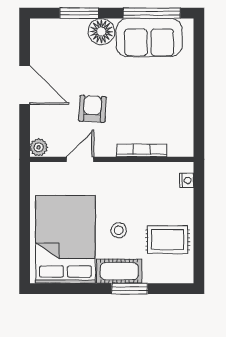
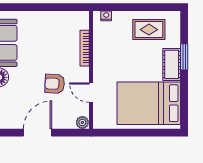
stool: (119, 230) -> (142, 65), removed
rug: (168, 240) -> (149, 30), turned 90

